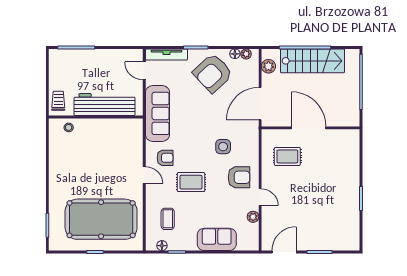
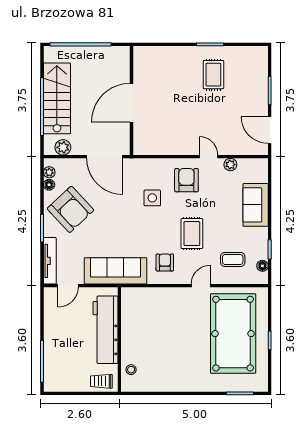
rug: (287, 156) -> (213, 75), moved
door: (144, 175) -> (201, 286), moved
door: (260, 197) -> (209, 157), hinge flipped

